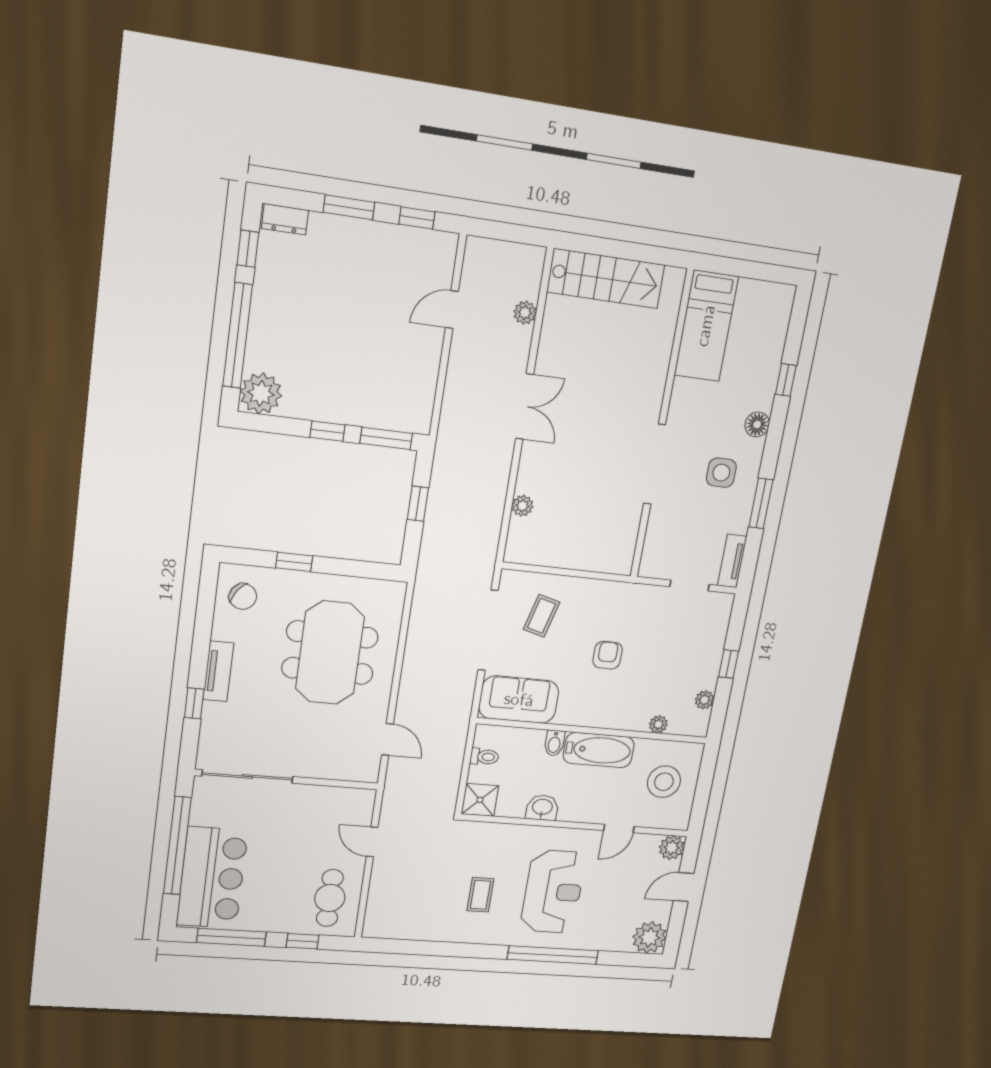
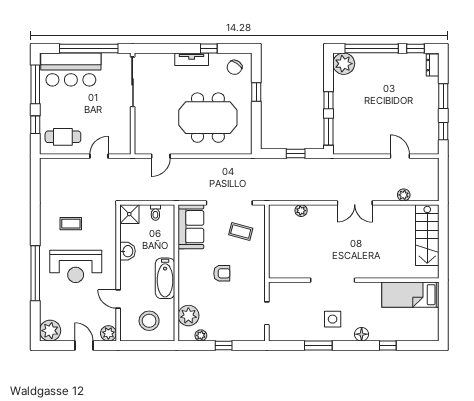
tv unit: (732, 561) -> (284, 335), removed
window: (194, 703) -> (209, 48), moved
plant: (658, 724) -> (188, 316), width x1.87, depth x1.87
bidet: (554, 743) -> (167, 252), removed

